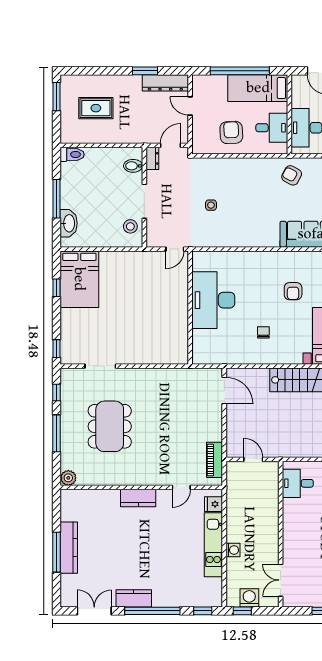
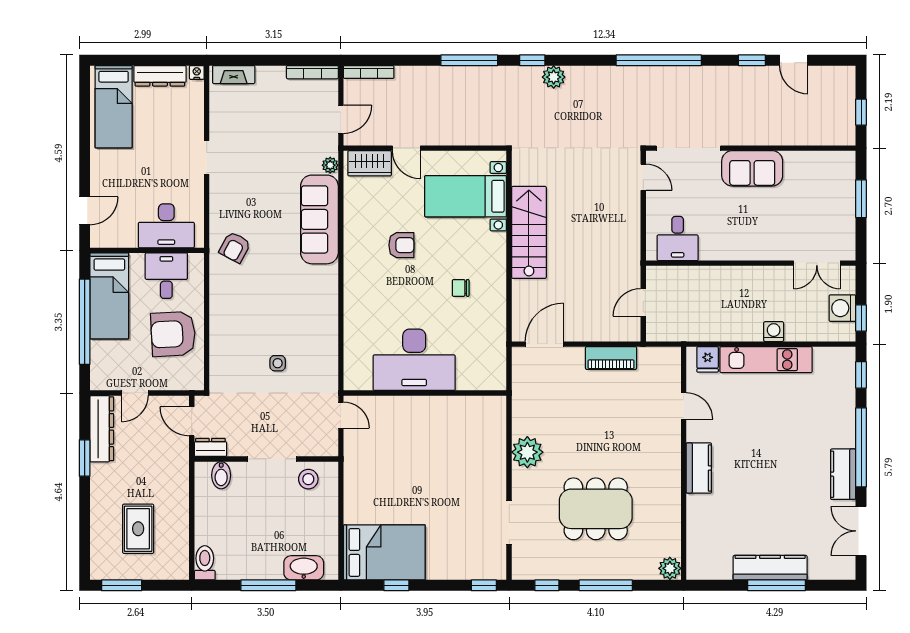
armchair: (231, 132) -> (173, 334), width x1.36, depth x1.36
plant: (149, 379) -> (527, 452), added
piano: (215, 460) -> (611, 358), moved

